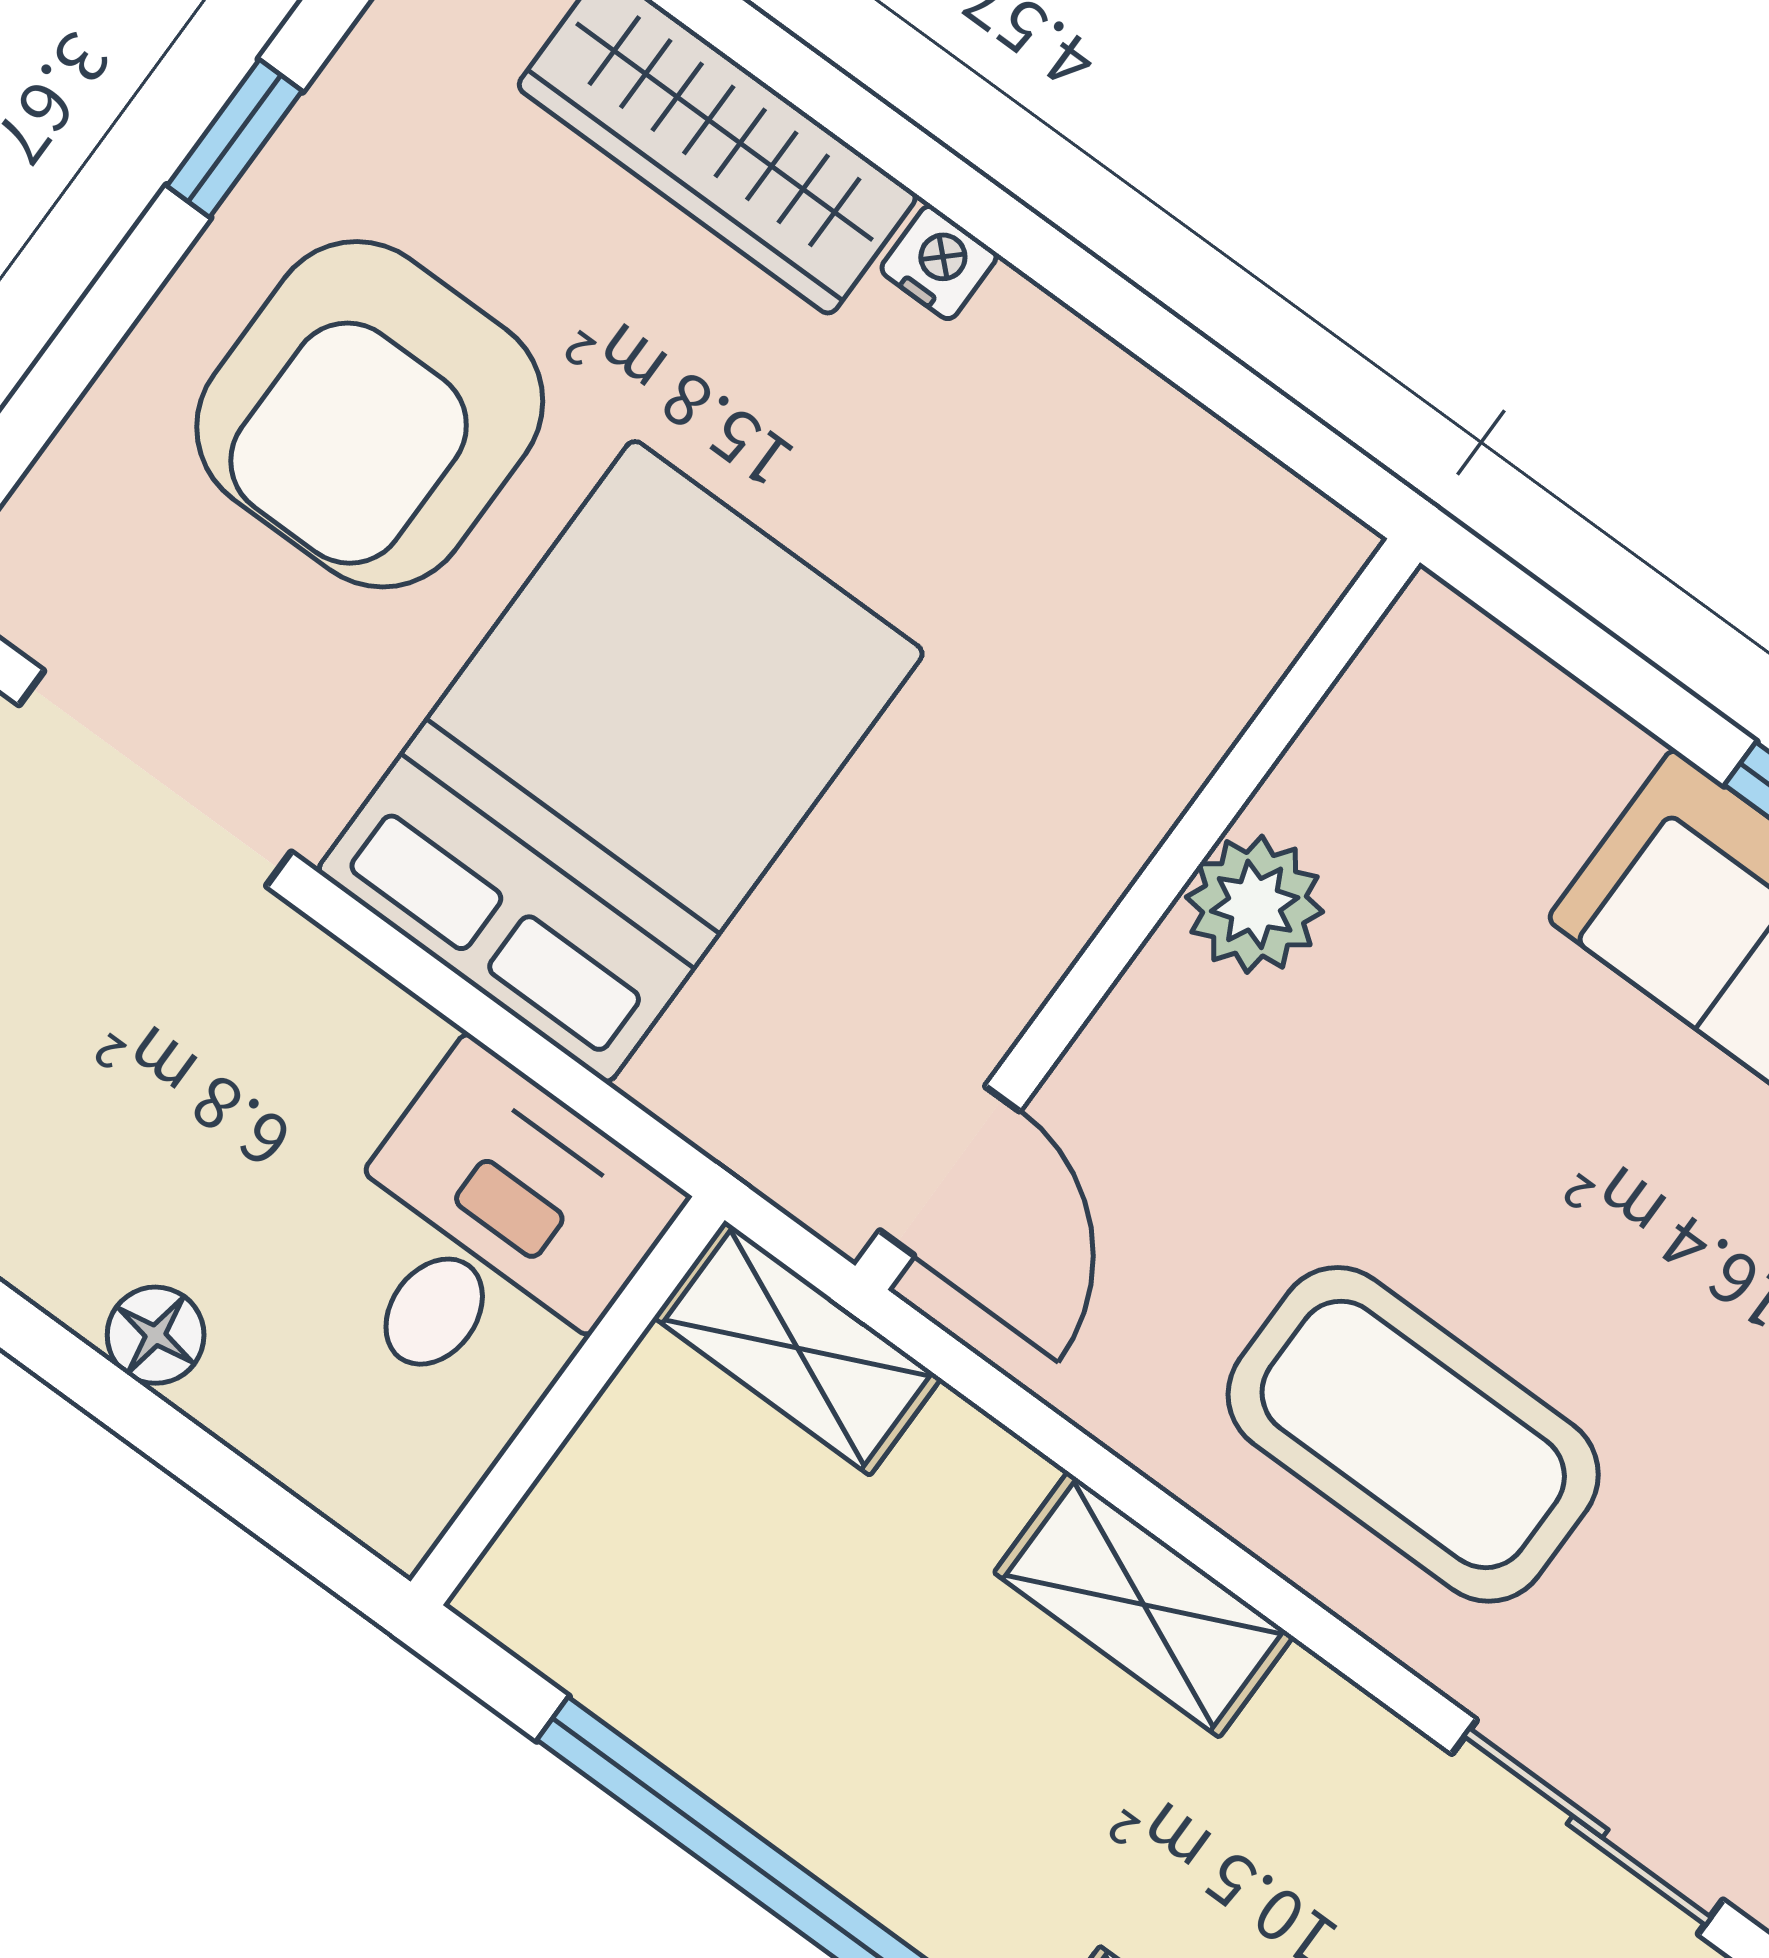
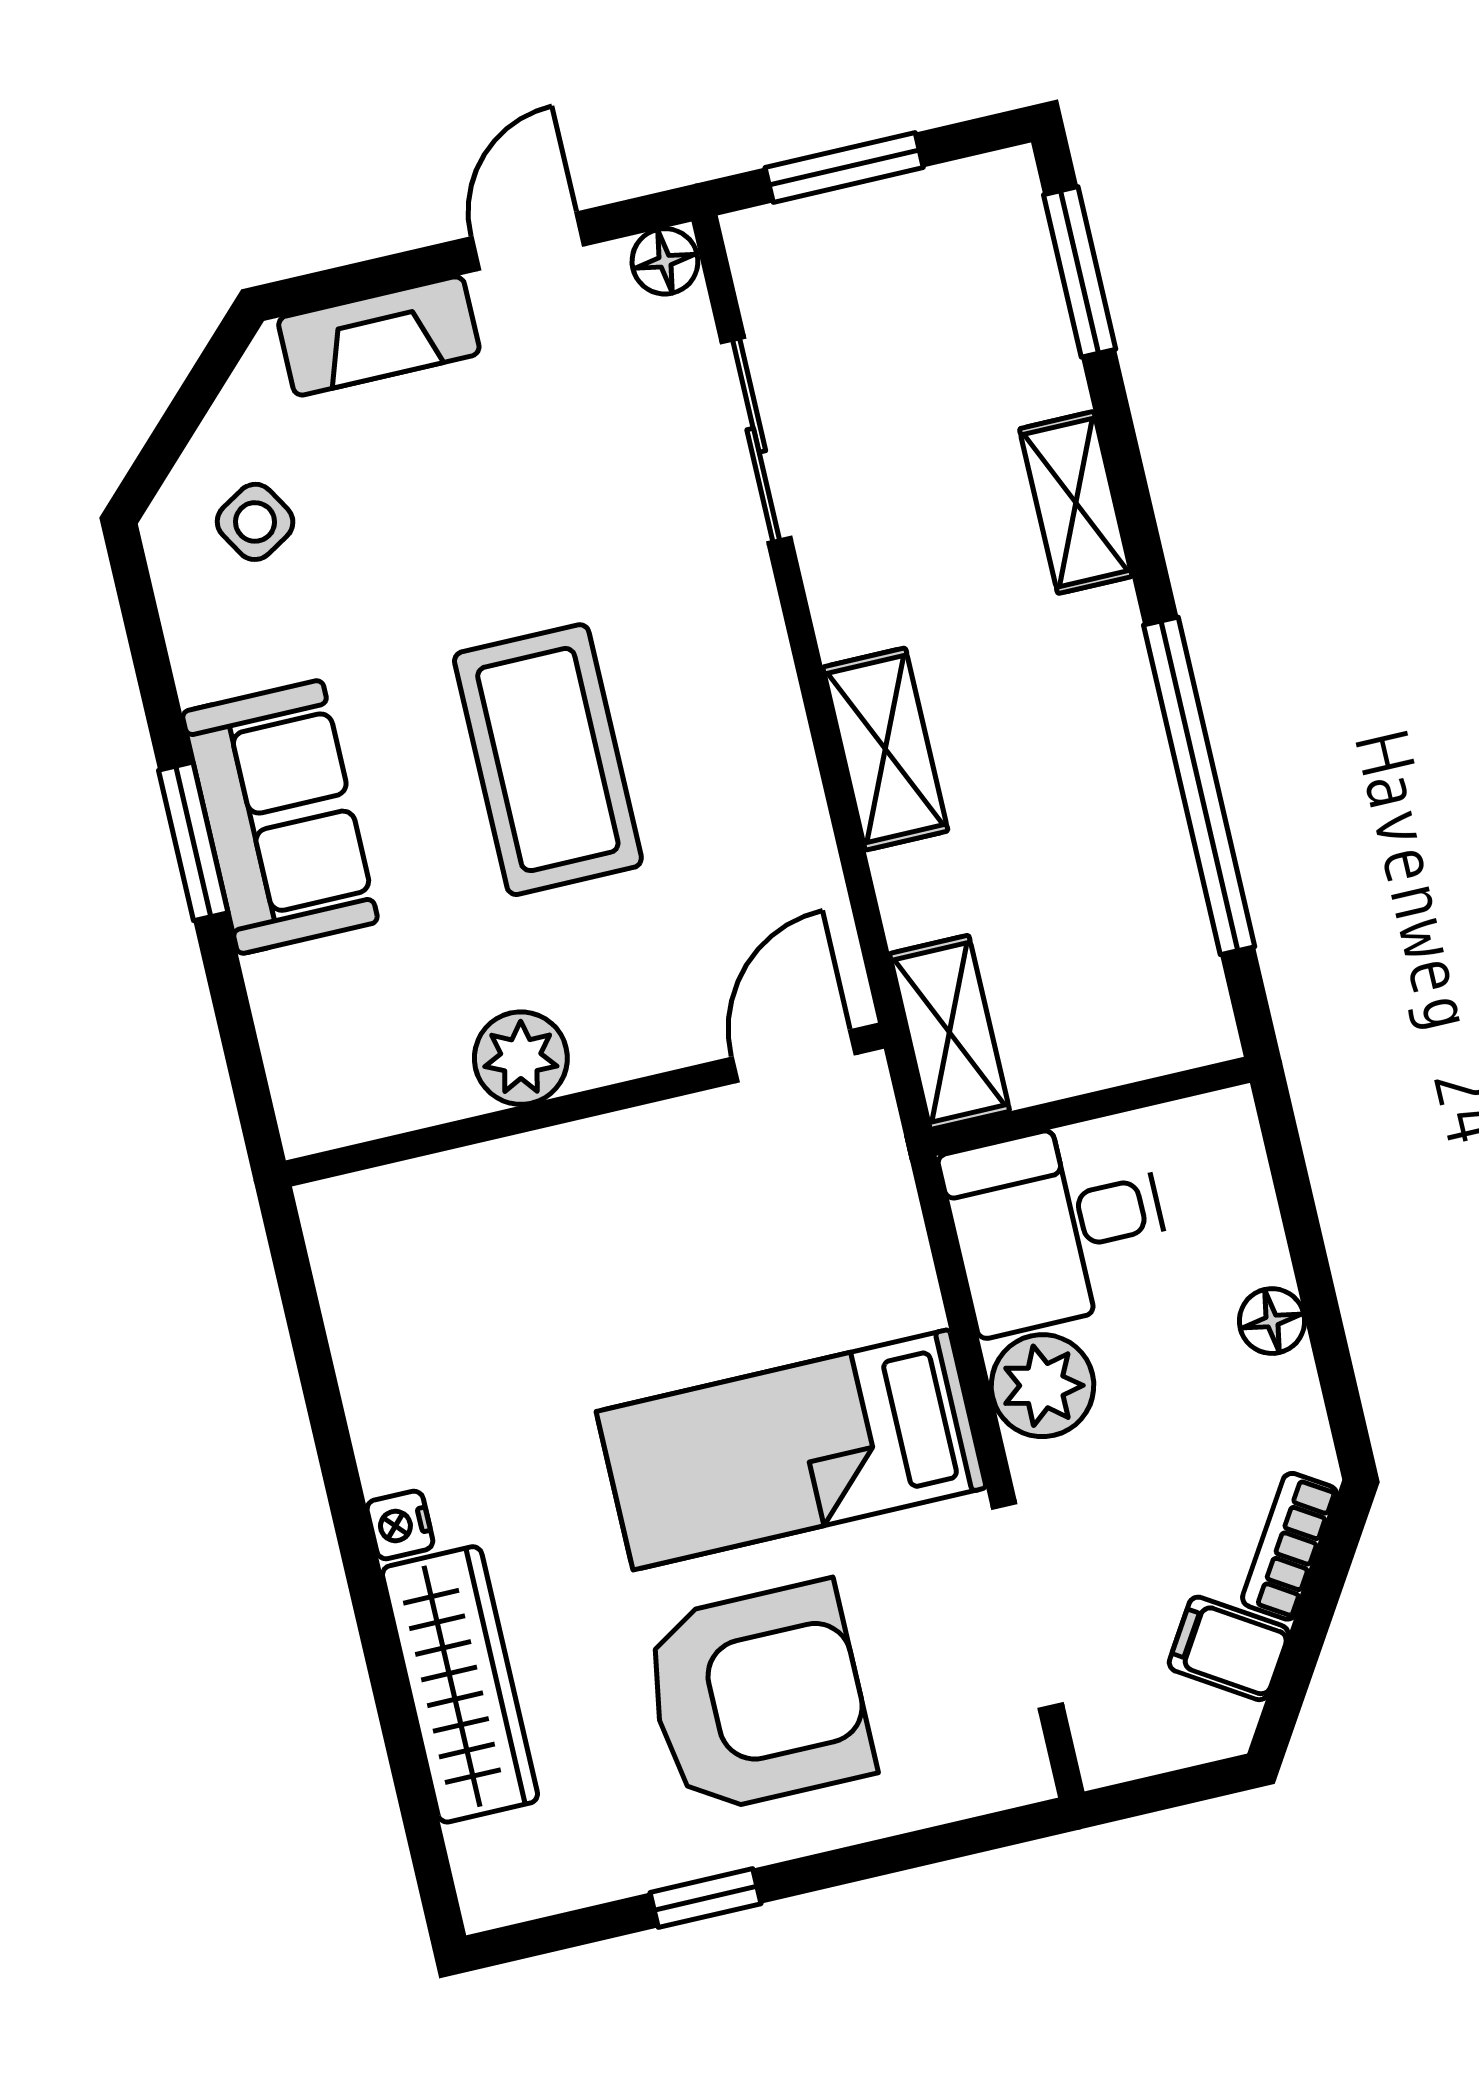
bed: (621, 761) -> (791, 1450), width x0.67
plant: (351, 1041) -> (1042, 1386), added
coffee table: (1413, 1434) -> (548, 760), moved

